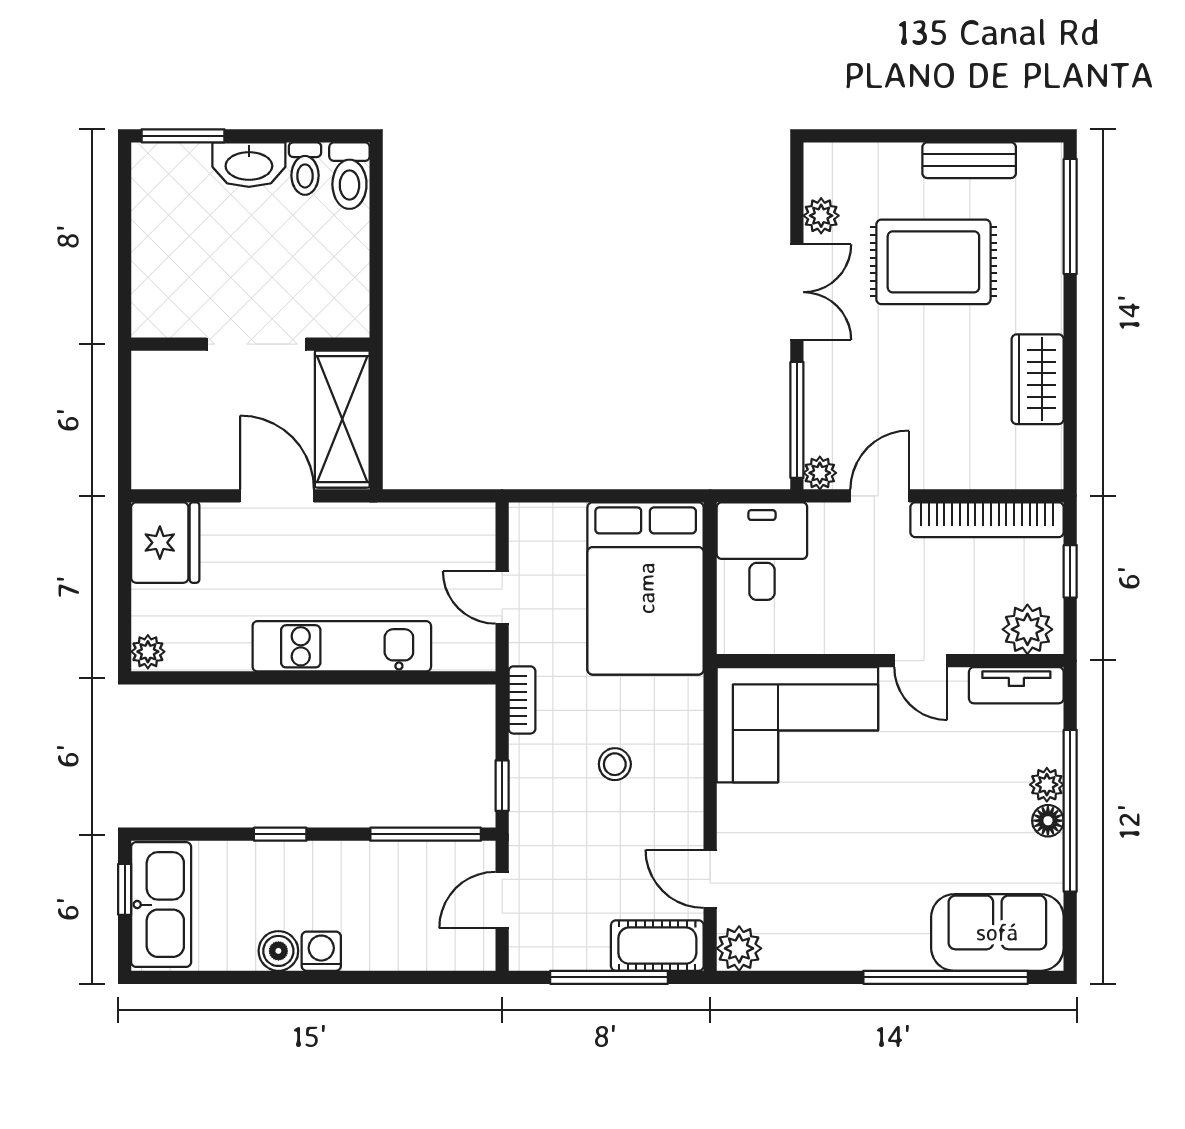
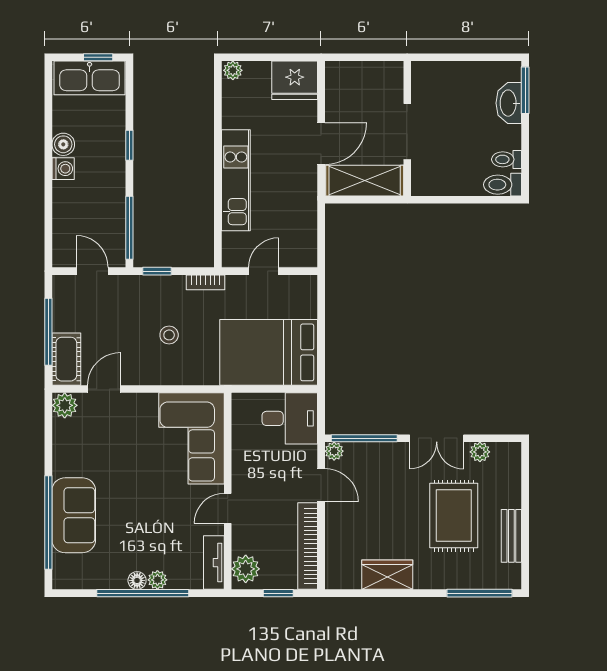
washbasin: (249, 165) -> (509, 103), moved
sofa: (997, 932) -> (74, 515), moved

